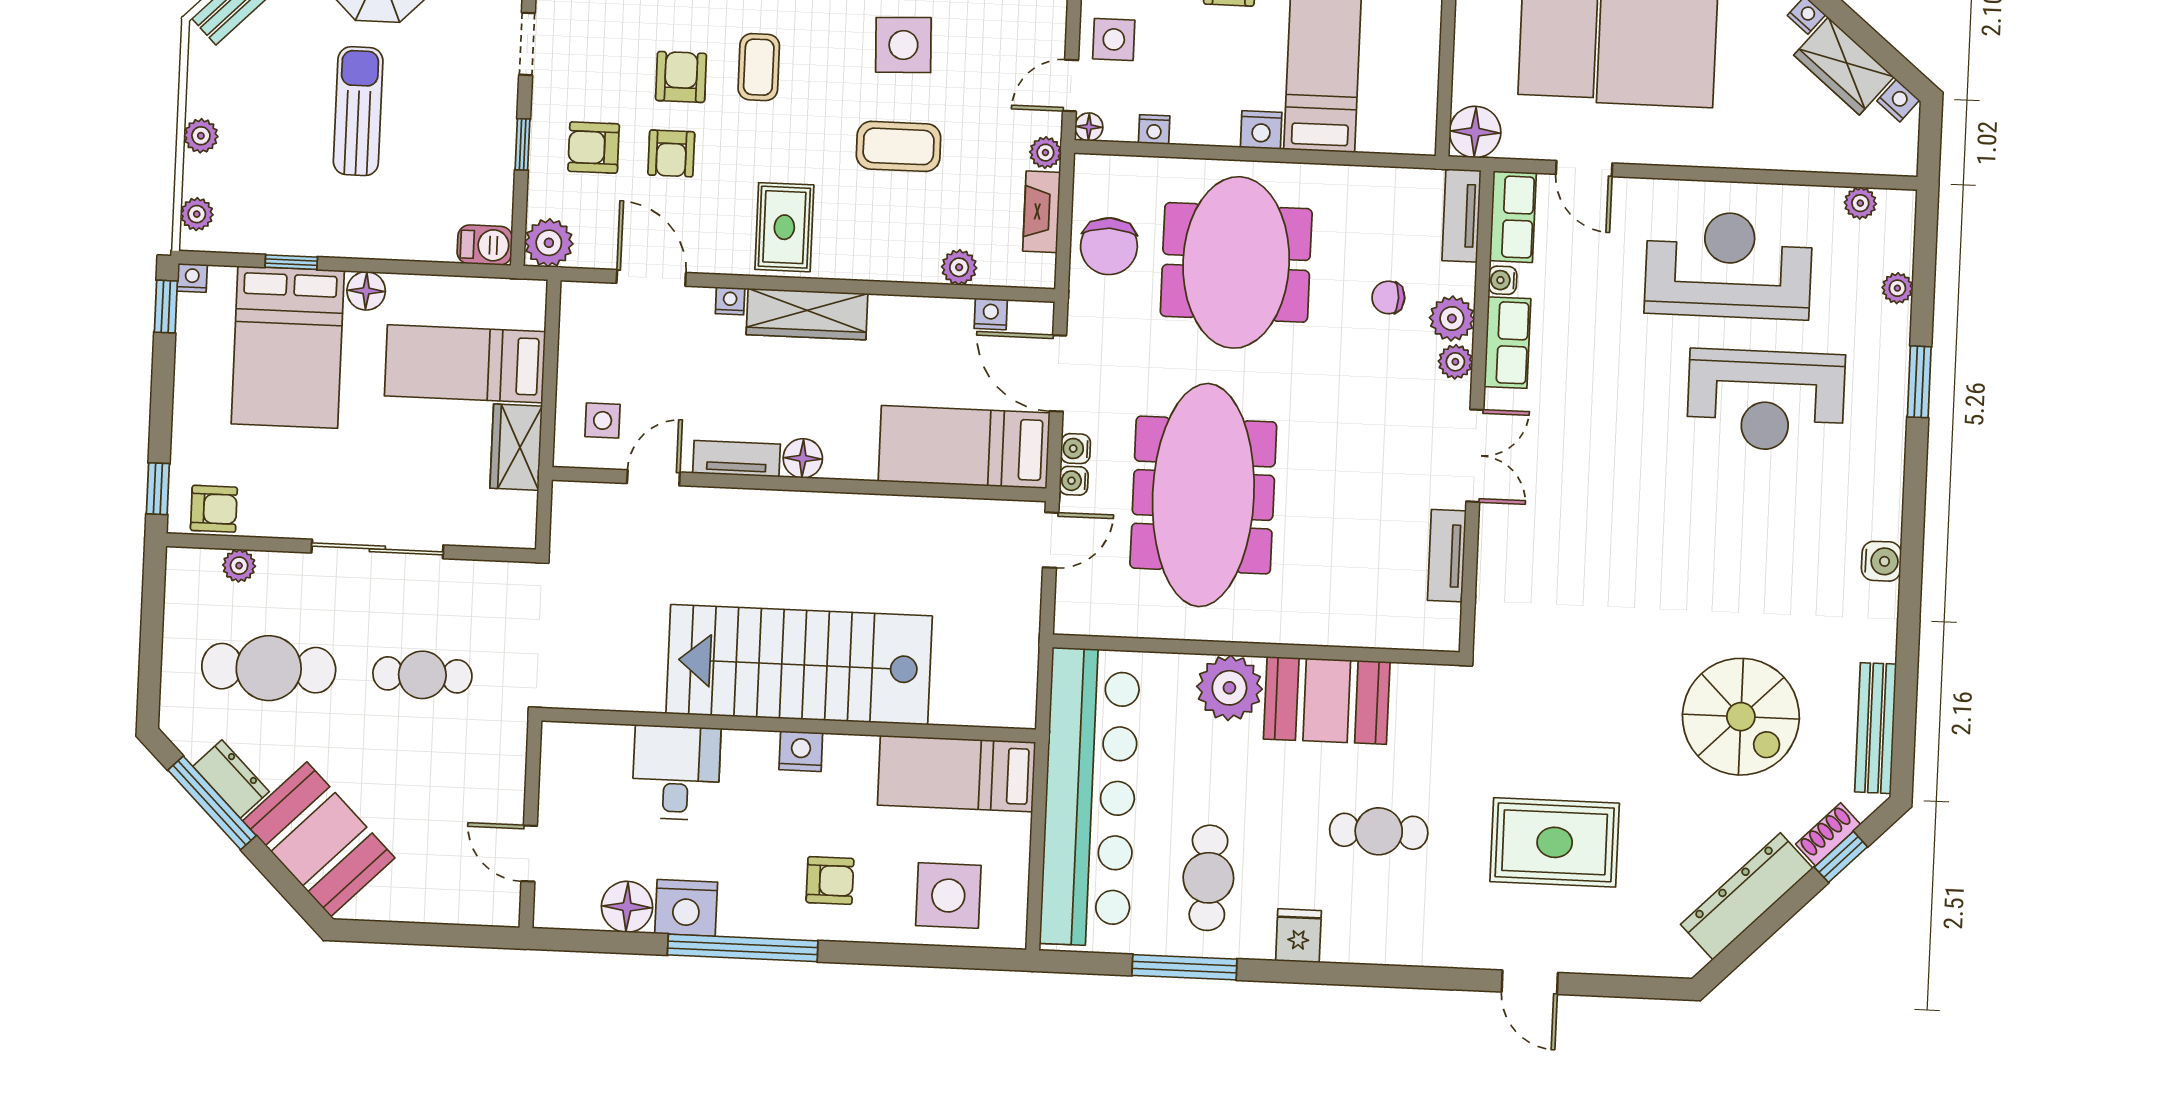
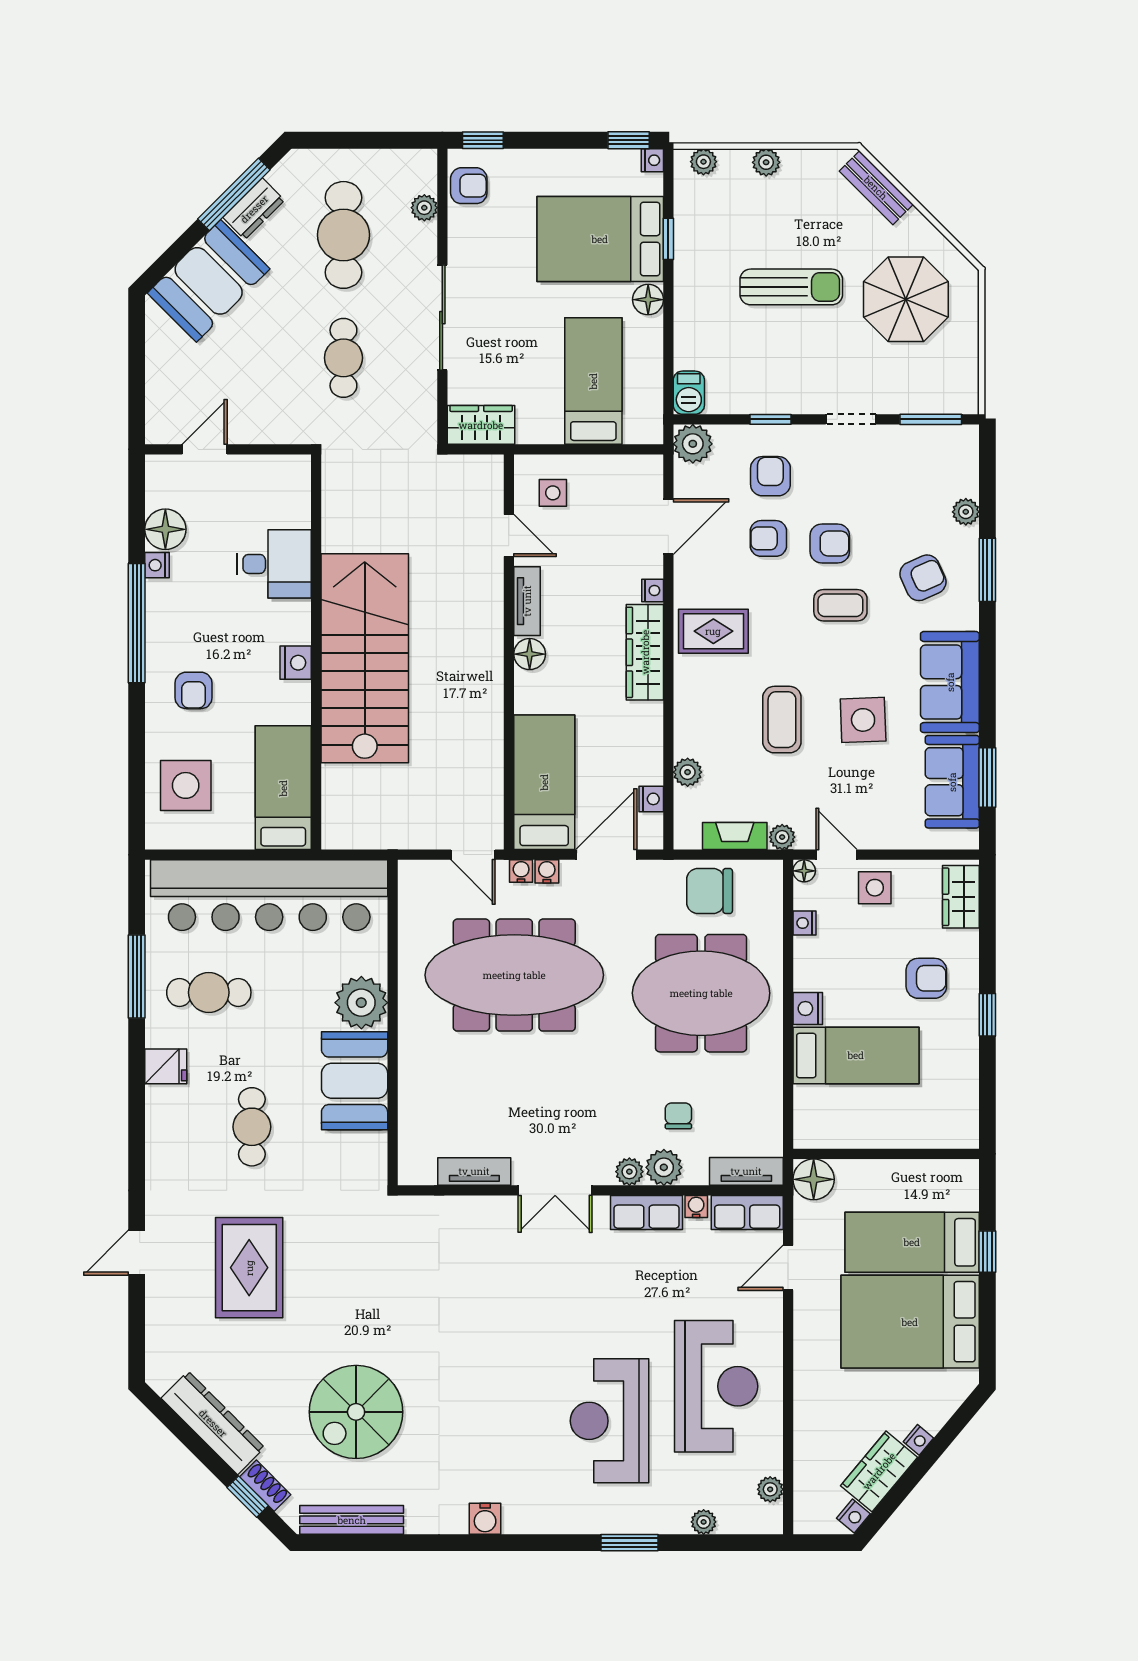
wardrobe: (516, 447) -> (481, 425), moved
armchair: (214, 509) -> (469, 186), turned -90
nightstand: (686, 908) -> (157, 565), width x0.53, depth x0.56

